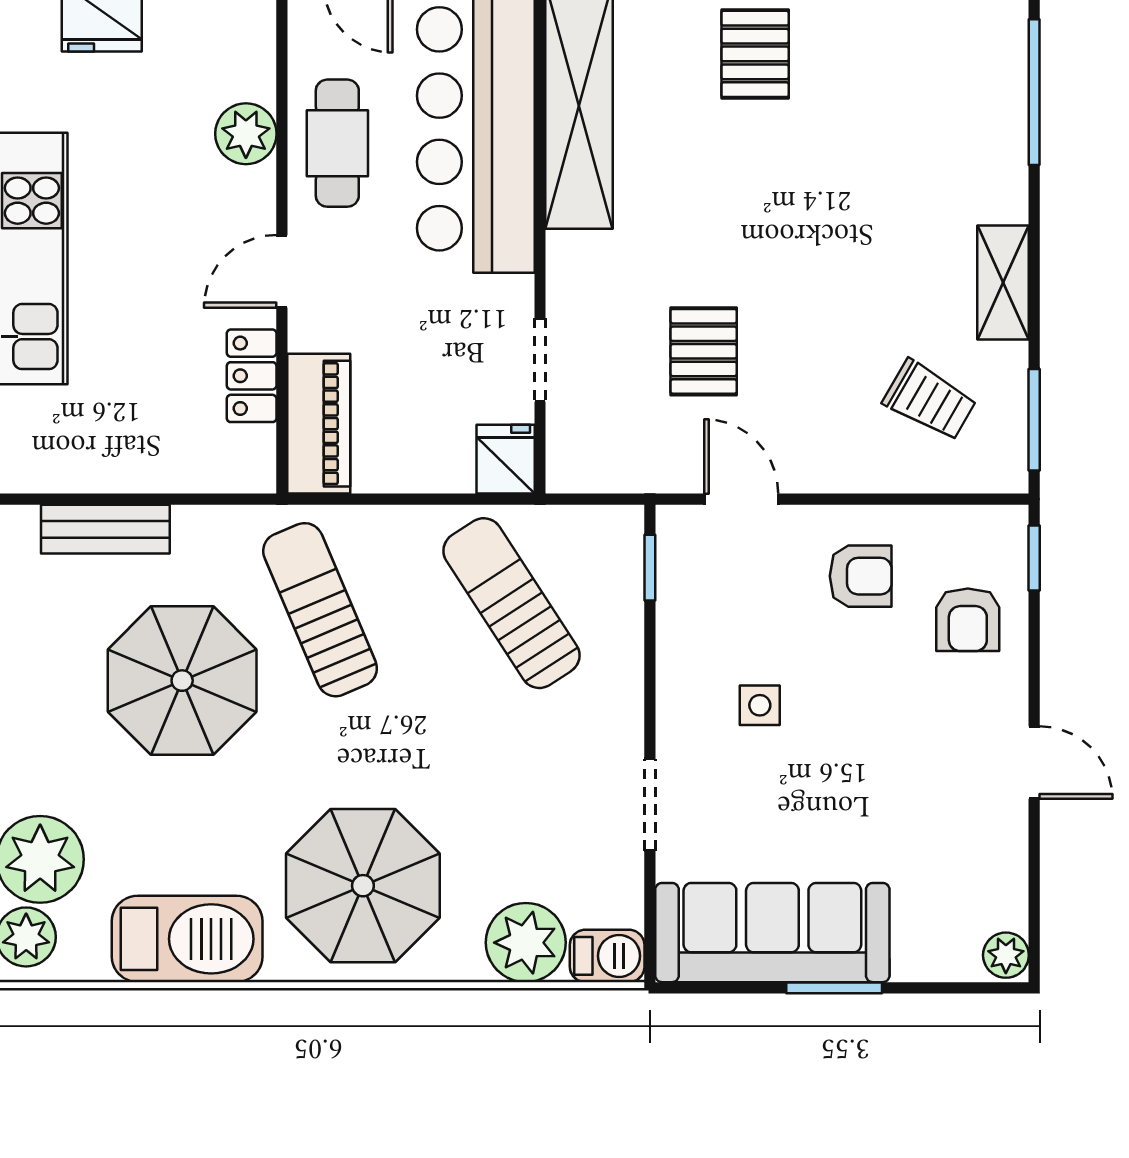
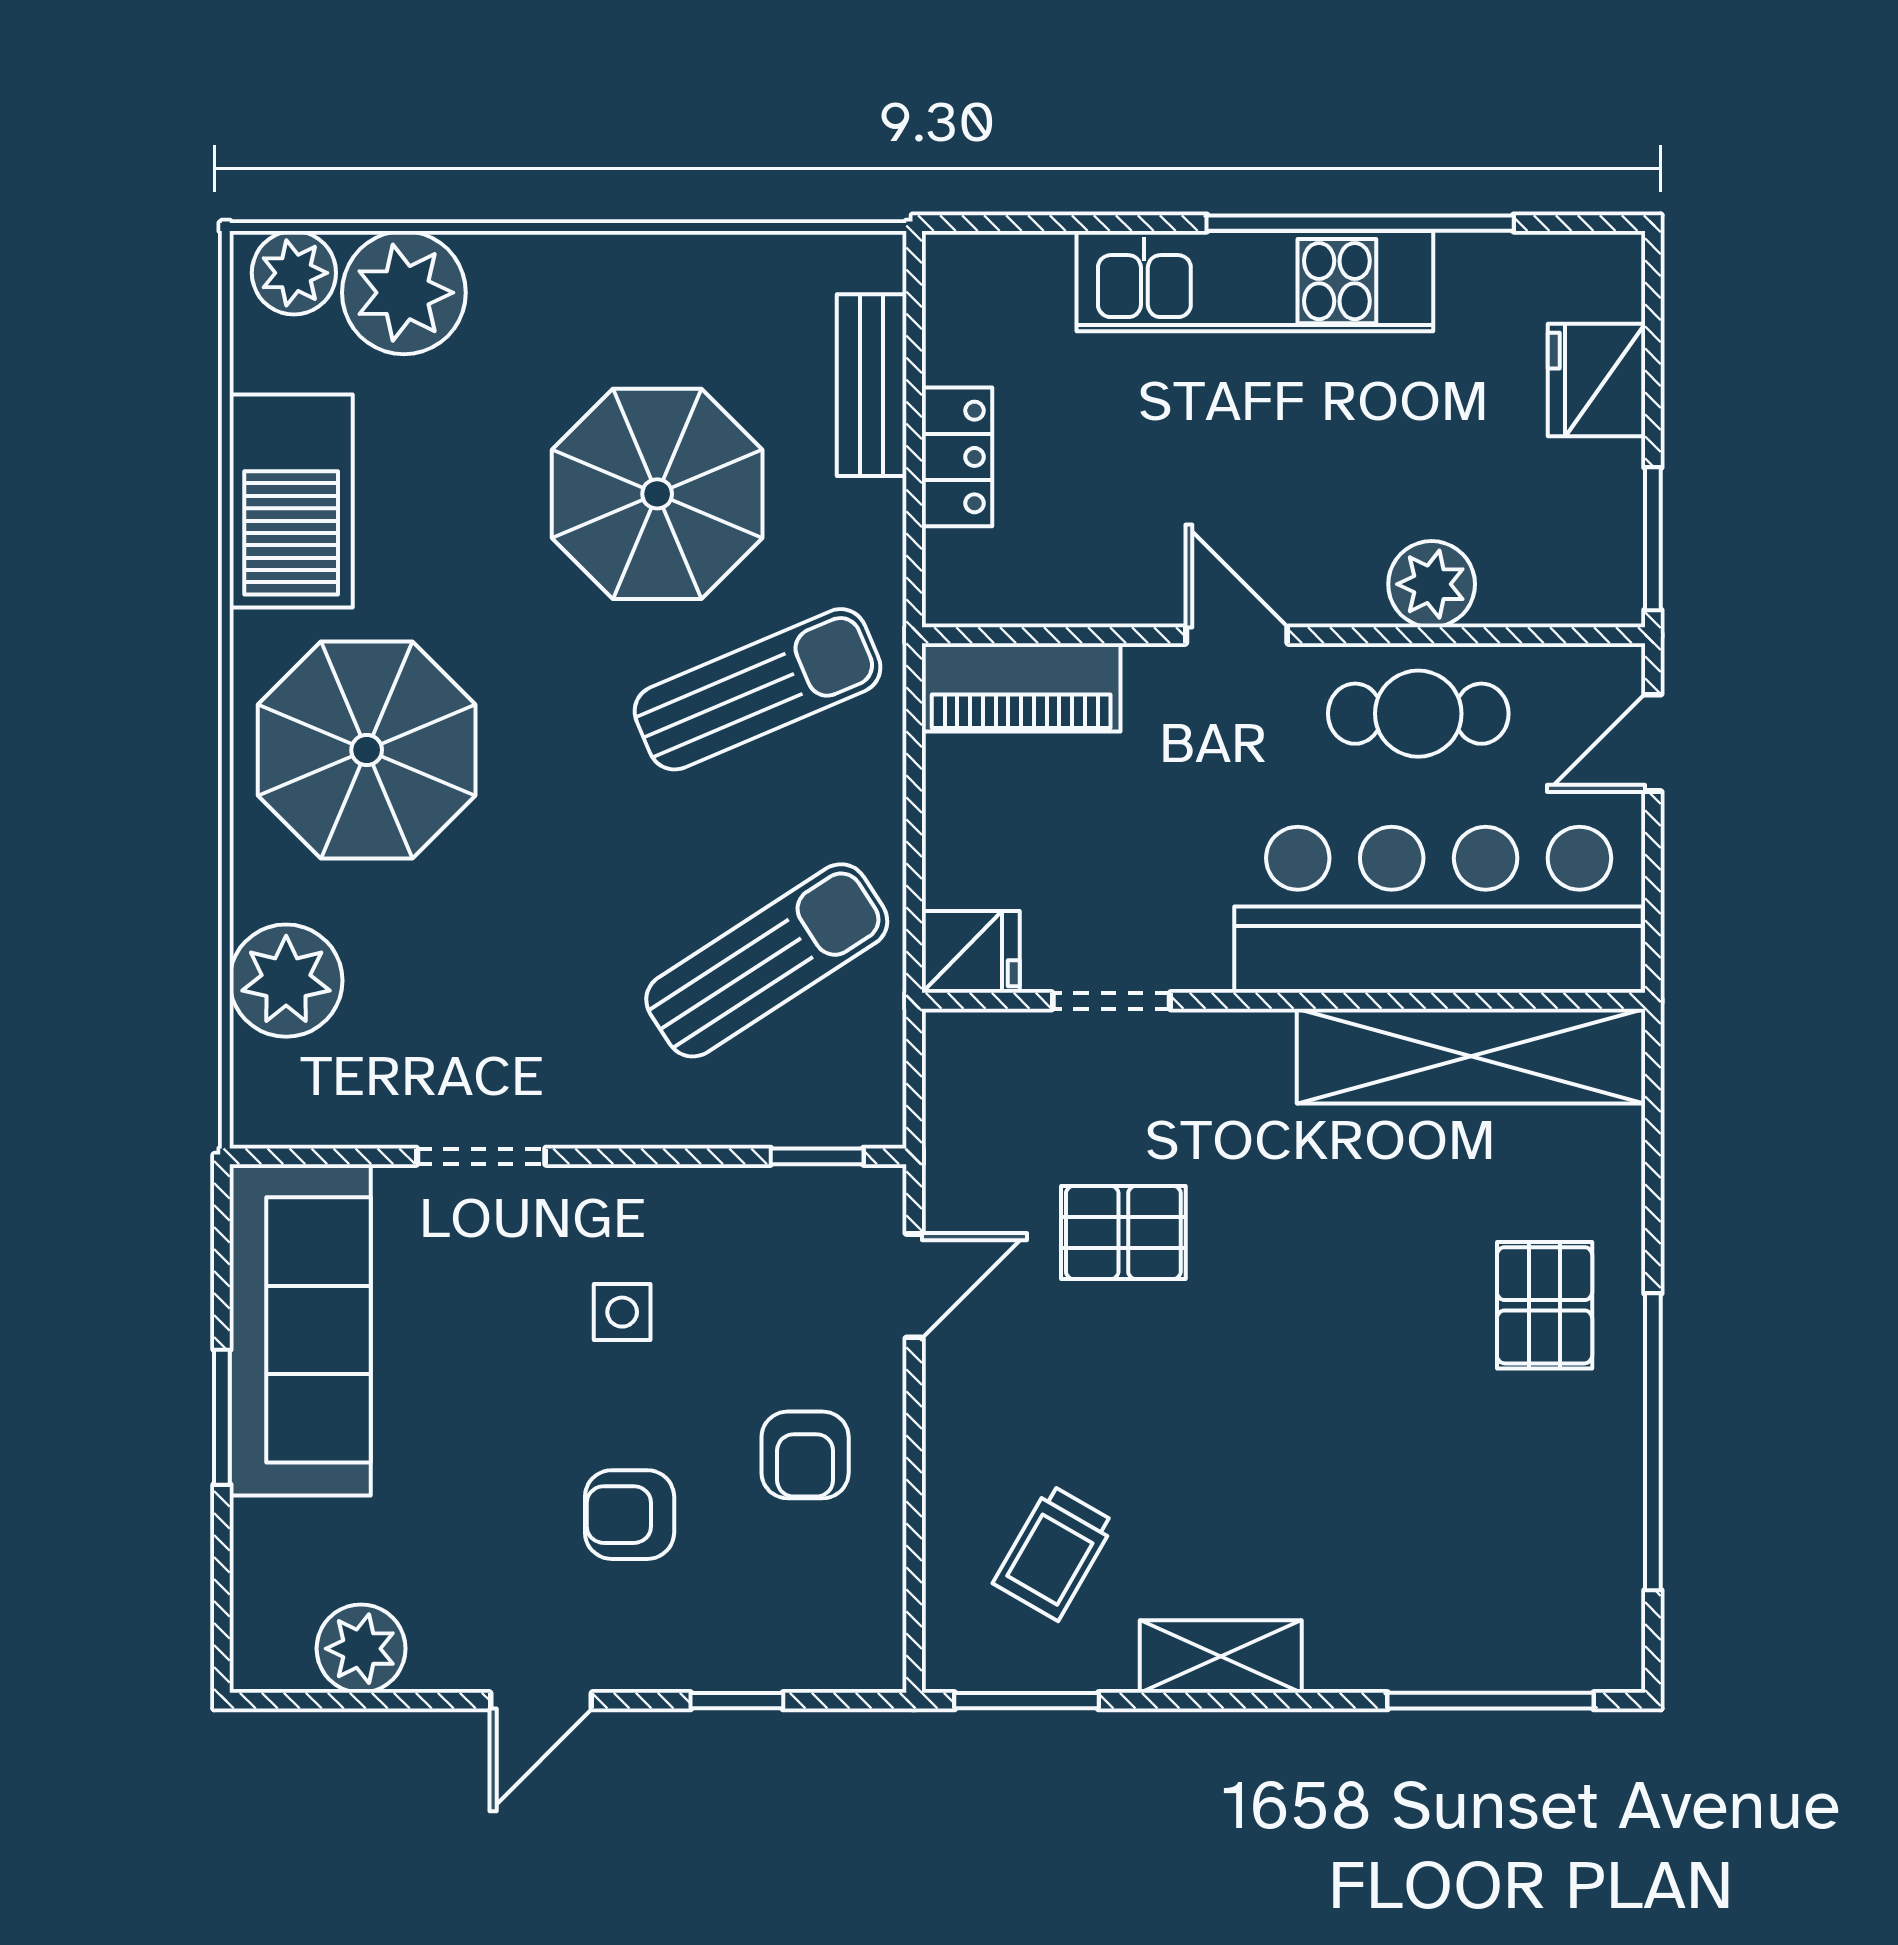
pallet: (755, 54) -> (1545, 1305), turned 90
locker: (252, 376) -> (957, 457), moved, turned 90
window: (1034, 558) -> (737, 1701), moved
armchair: (968, 620) -> (630, 1515), moved
plant: (1006, 955) -> (361, 1649), moved, width x1.38, depth x1.38
barbecue: (607, 956) -> (267, 1096), removed

